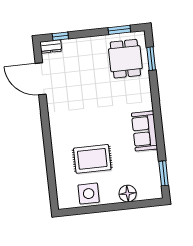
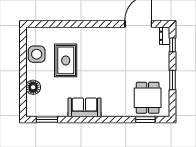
window: (119, 30) -> (173, 80), moved
dining table: (125, 59) -> (148, 98), turned 90

